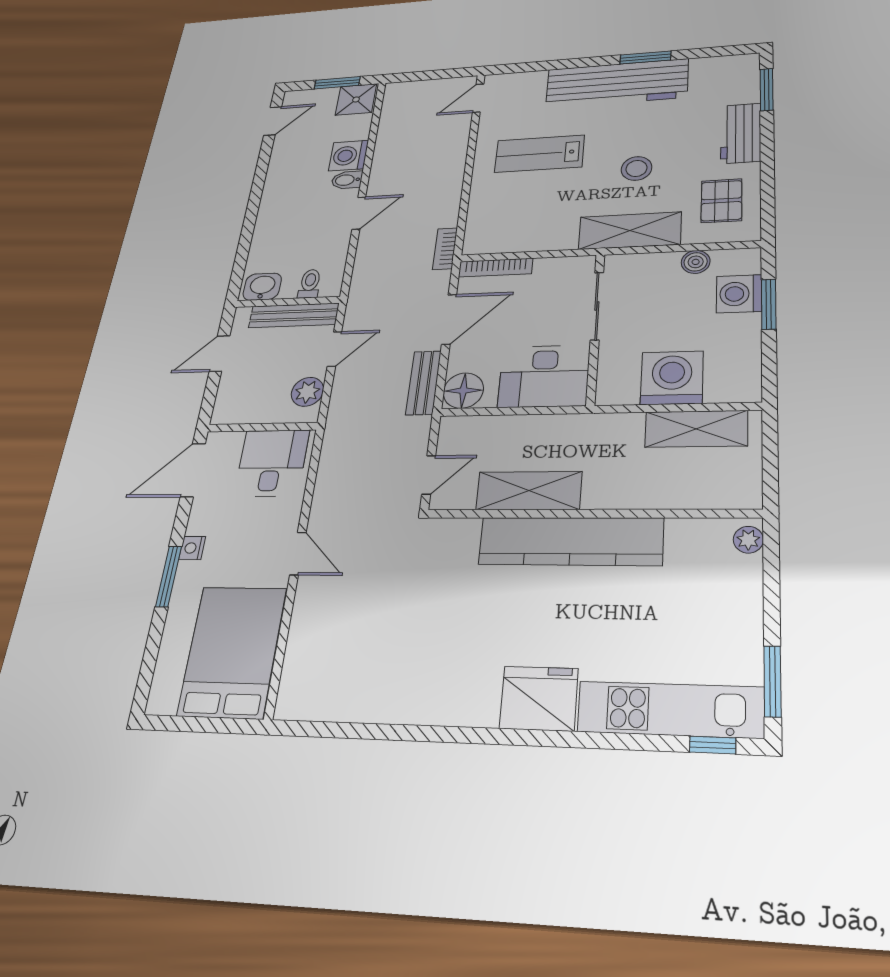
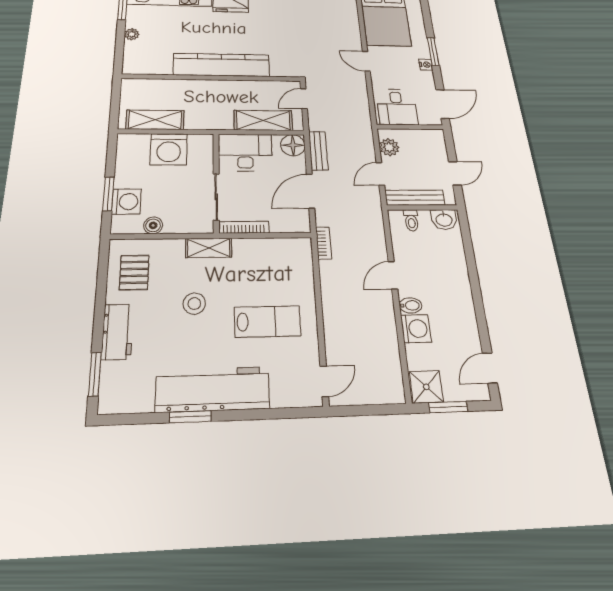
shelving: (630, 231) -> (209, 248), width x0.67, depth x0.75
bookcase: (495, 268) -> (244, 227), moved
shelving: (529, 491) -> (263, 120), moved
plant: (748, 540) -> (132, 34), moved

